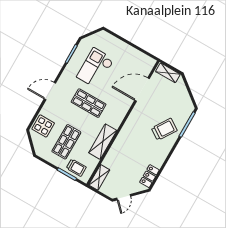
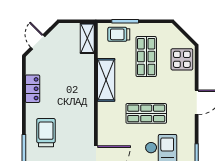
trolley: (164, 129) -> (46, 133), turned 147
locker: (149, 176) -> (33, 89), moved
door: (124, 197) -> (38, 42), moved

